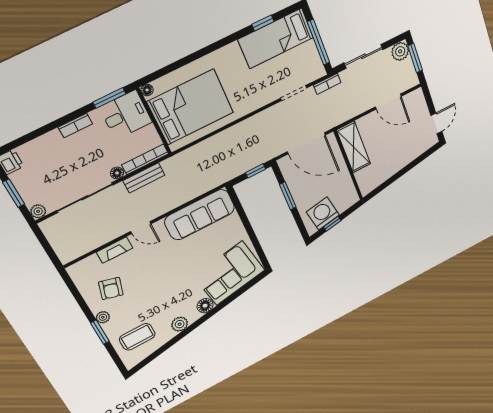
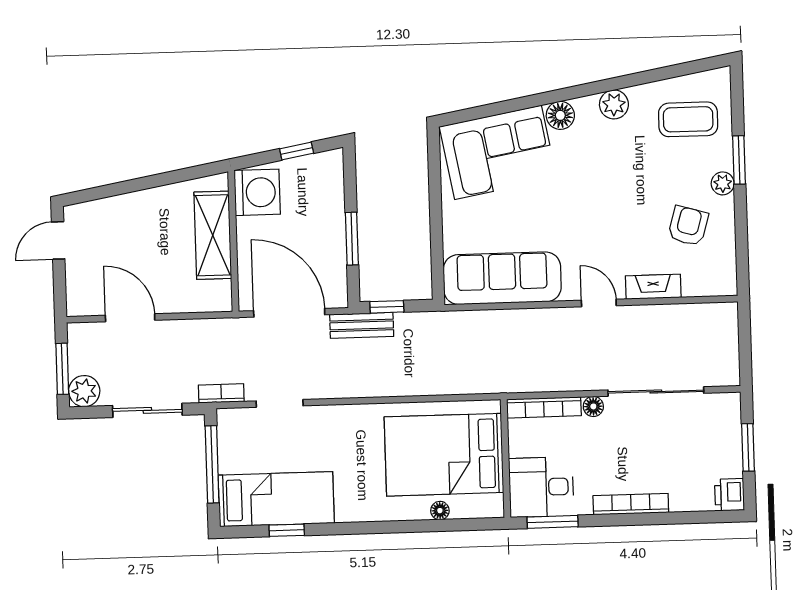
floor lamp: (147, 90) -> (440, 511), moved
bookcase: (75, 125) -> (631, 504), width x1.56
shelving: (354, 147) -> (213, 235), moved
bench: (144, 178) -> (362, 325), moved
plant: (38, 211) -> (729, 404), removed
washing machine: (323, 213) -> (257, 192), moved, turned -80

